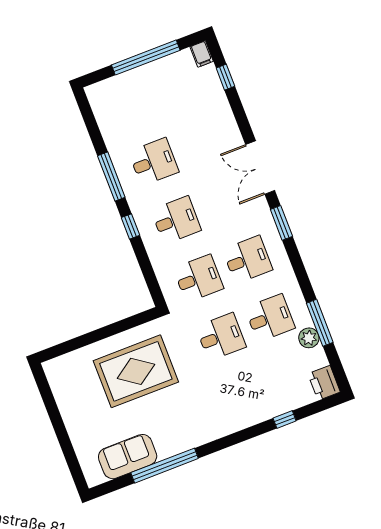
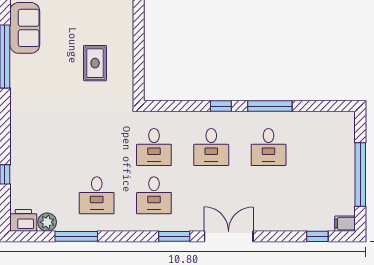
desk: (221, 337) -> (97, 147), removed
plant: (309, 338) -> (47, 222), moved
rug: (136, 371) -> (95, 63), width x0.54, depth x0.49

